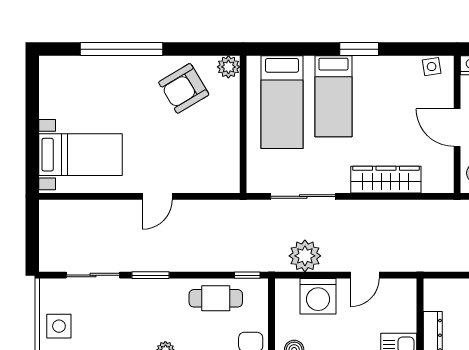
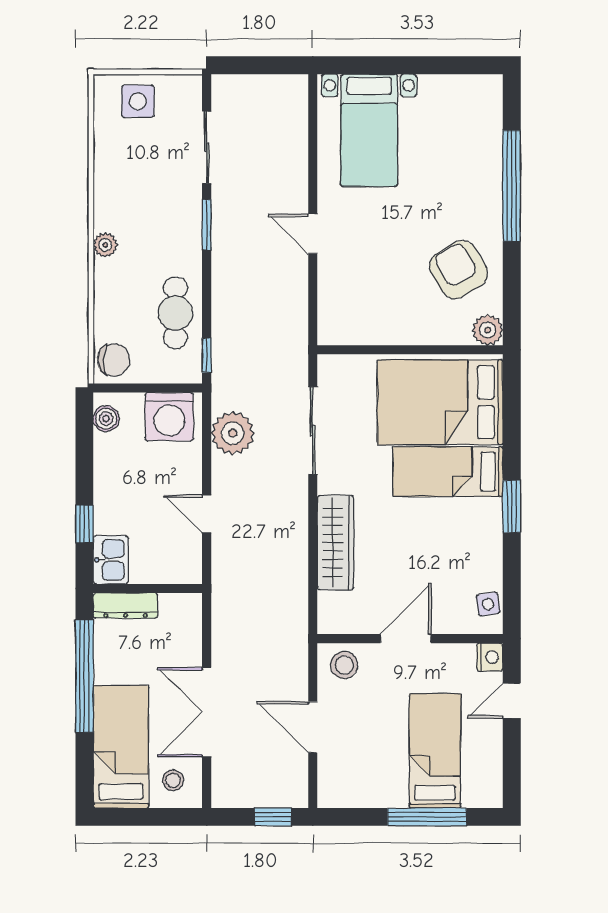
bed: (282, 102) -> (440, 402), width x1.50
washing machine: (318, 296) -> (169, 417), moved, turned -90

